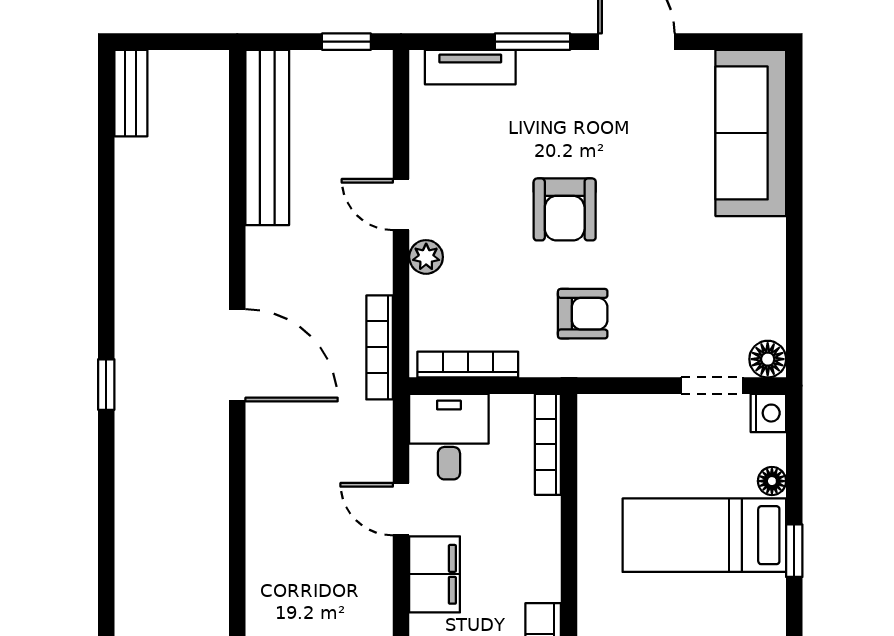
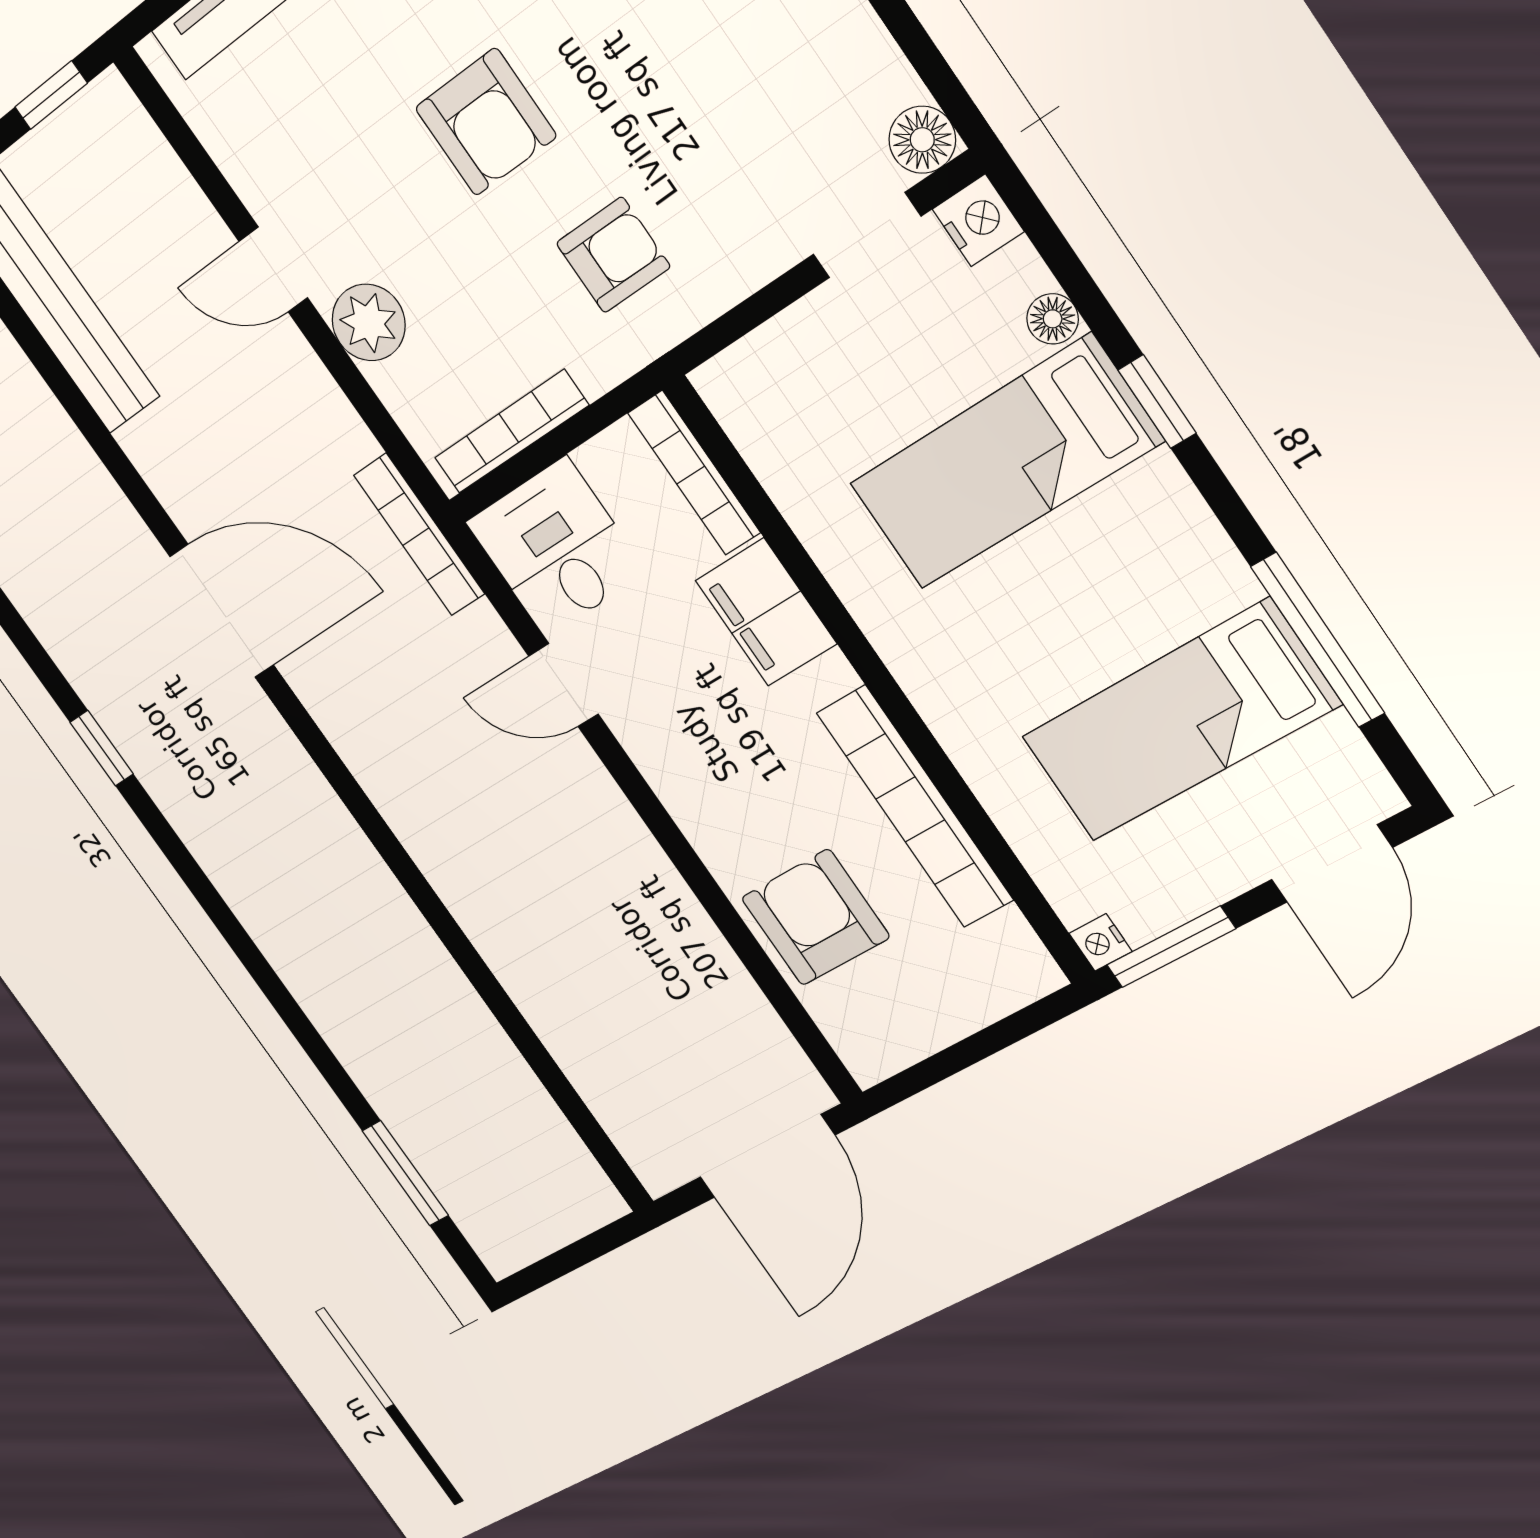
plant: (426, 257) -> (369, 323), width x1.38, depth x1.38
bookcase: (380, 347) -> (419, 535), moved
filing cabinet: (435, 574) -> (766, 612), moved, turned 180

